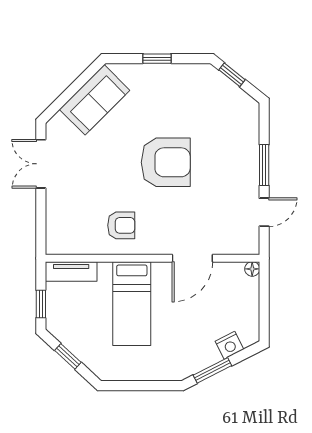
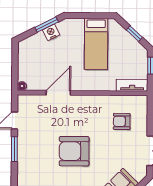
armchair: (121, 225) -> (122, 121), moved
bed: (132, 304) -> (96, 44), moved, turned 180
nightstand: (229, 345) -> (51, 32), moved

